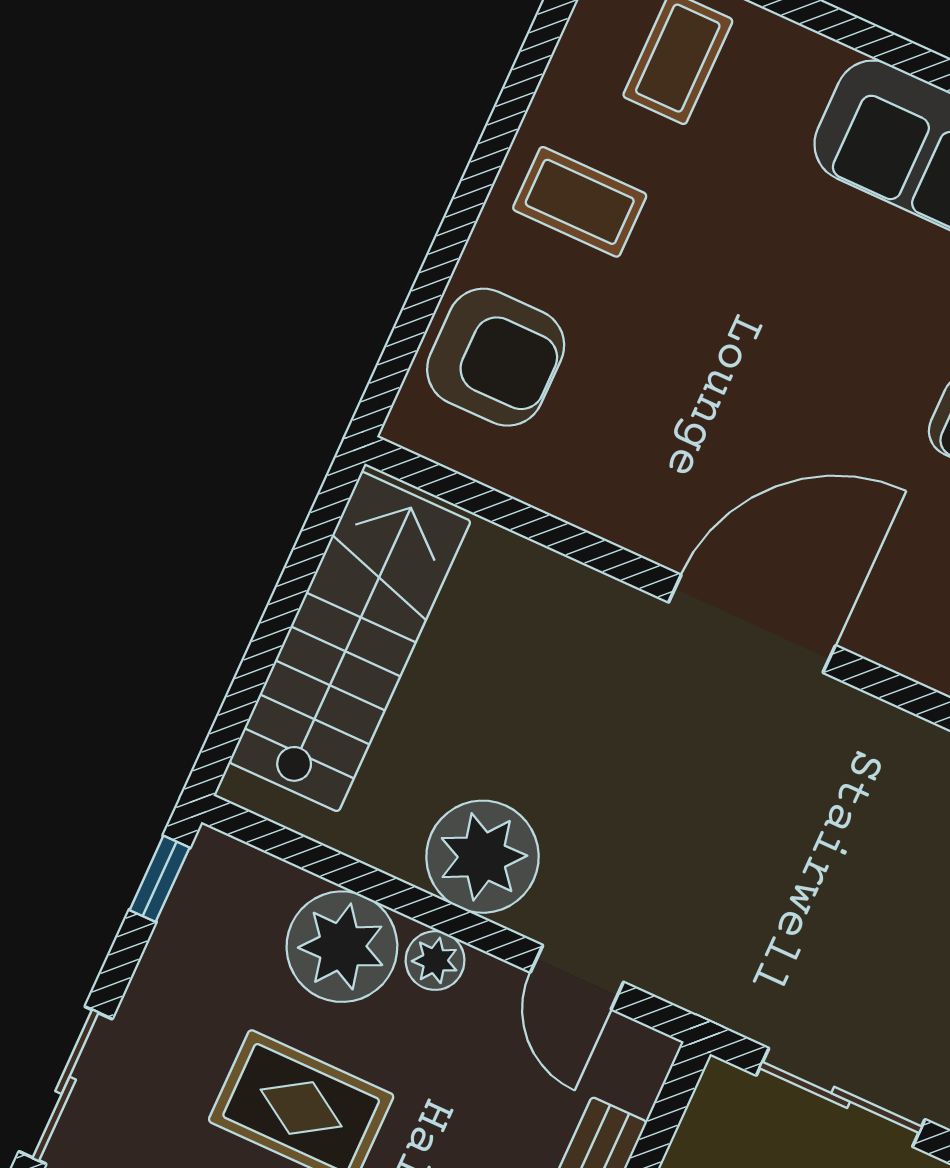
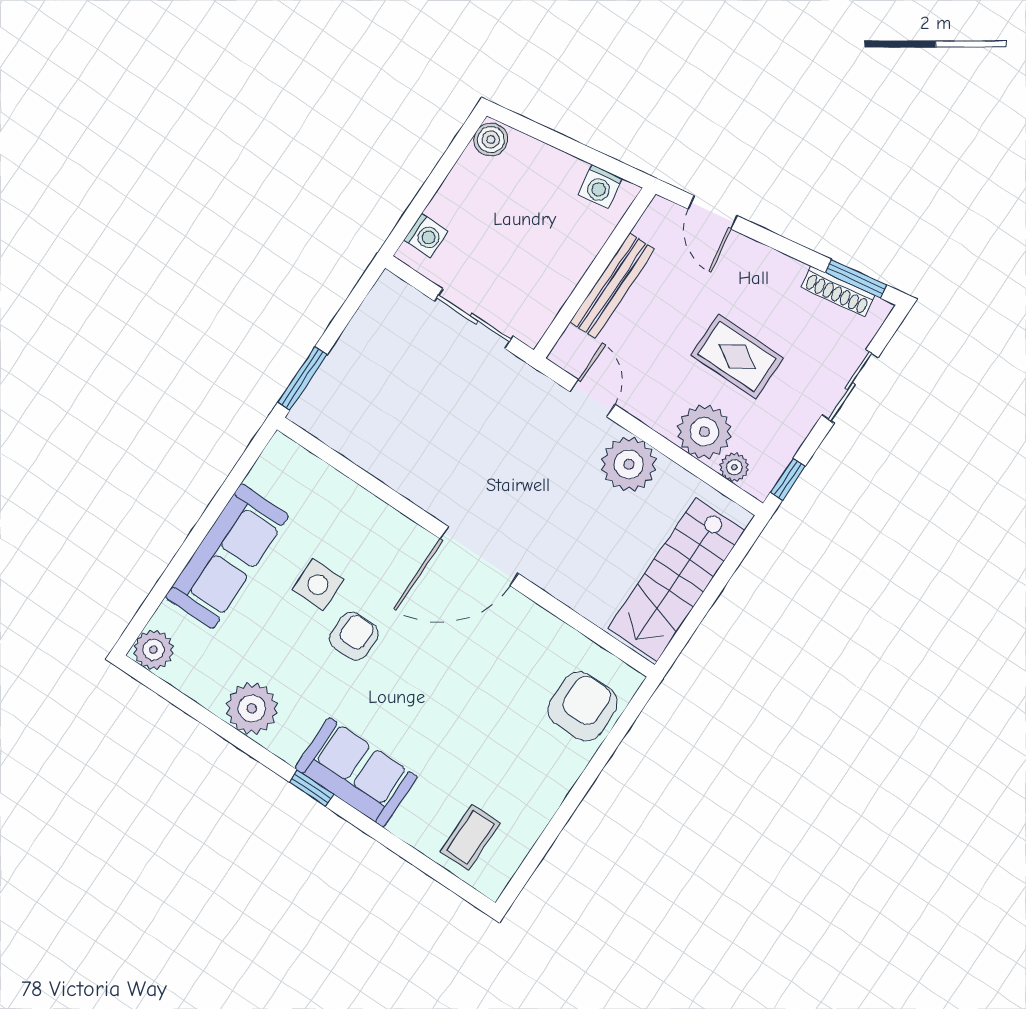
coffee table: (580, 202) -> (529, 775), removed
armchair: (496, 357) -> (583, 706), turned 90
plant: (435, 961) -> (734, 467), moved

